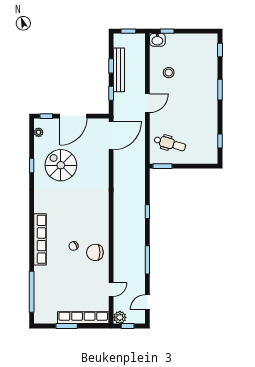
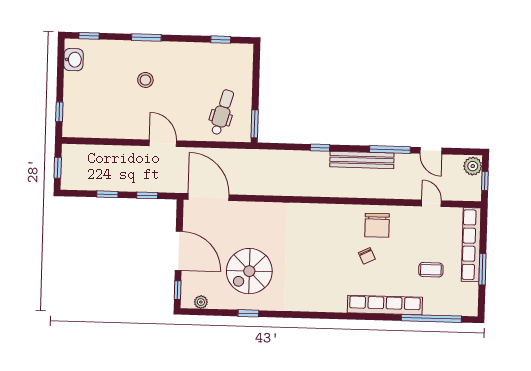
washbasin: (157, 40) -> (73, 60), moved
bench: (119, 70) -> (362, 160), moved
stool: (169, 73) -> (145, 80), moved
row of seats: (40, 239) -> (385, 305), moved
coffee table: (65, 290) -> (431, 270), added
door: (147, 302) -> (431, 151), moved
plant: (120, 317) -> (473, 166), moved

